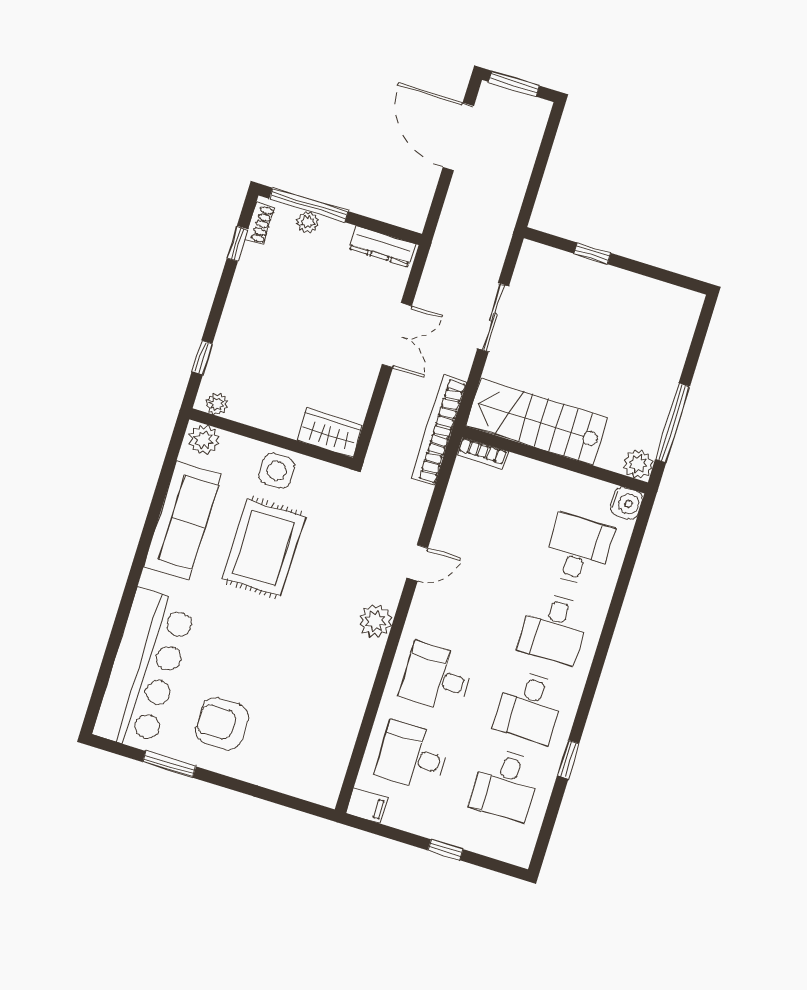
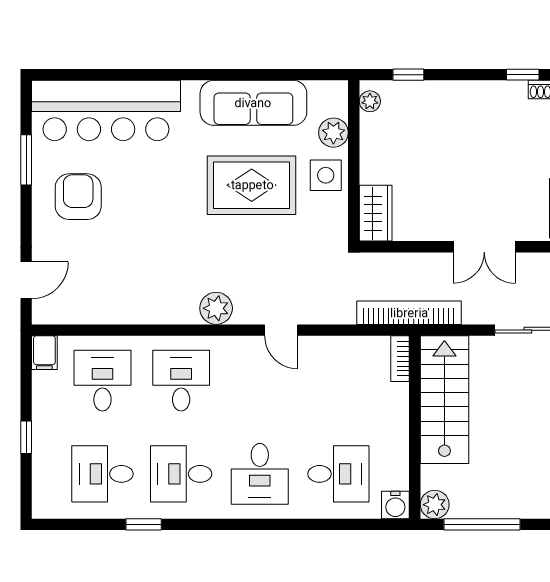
plant: (204, 440) -> (333, 133), moved
desk: (554, 628) -> (260, 474), turned -90
door: (289, 801) -> (26, 280), added

